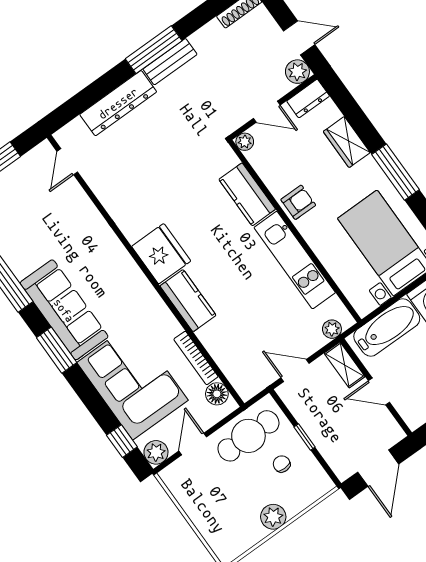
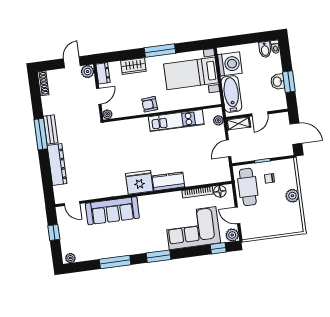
kitchen counter: (247, 194) -> (133, 126), removed
armchair: (298, 202) -> (150, 104), turned -94
sofa: (64, 310) -> (112, 211), moved, turned 180

